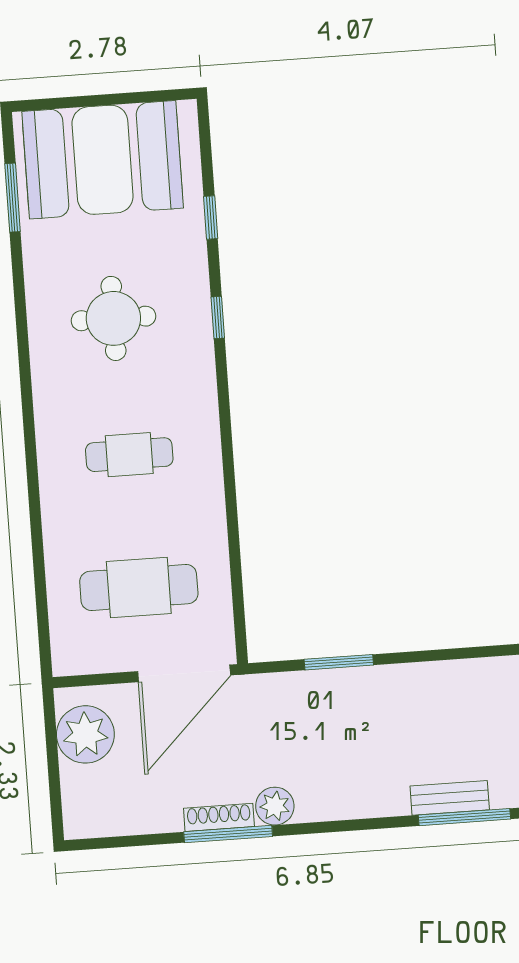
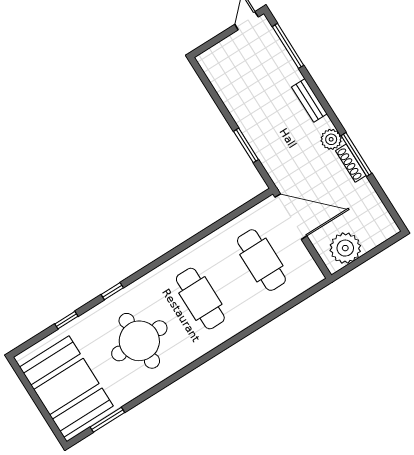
round table: (113, 318) -> (139, 341), width x1.36, depth x1.36
cafe table: (129, 455) -> (200, 299), width x1.37, depth x1.35
bench: (450, 798) -> (309, 100), moved

